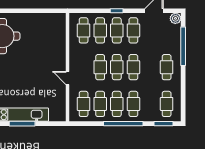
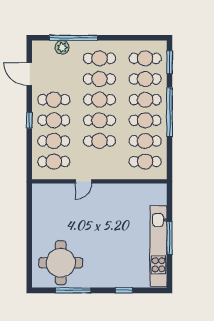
plant: (175, 18) -> (62, 47), moved
cafe table: (150, 67) -> (99, 79), added
door: (68, 78) -> (83, 181), moved
cafe table: (150, 104) -> (145, 79), added

